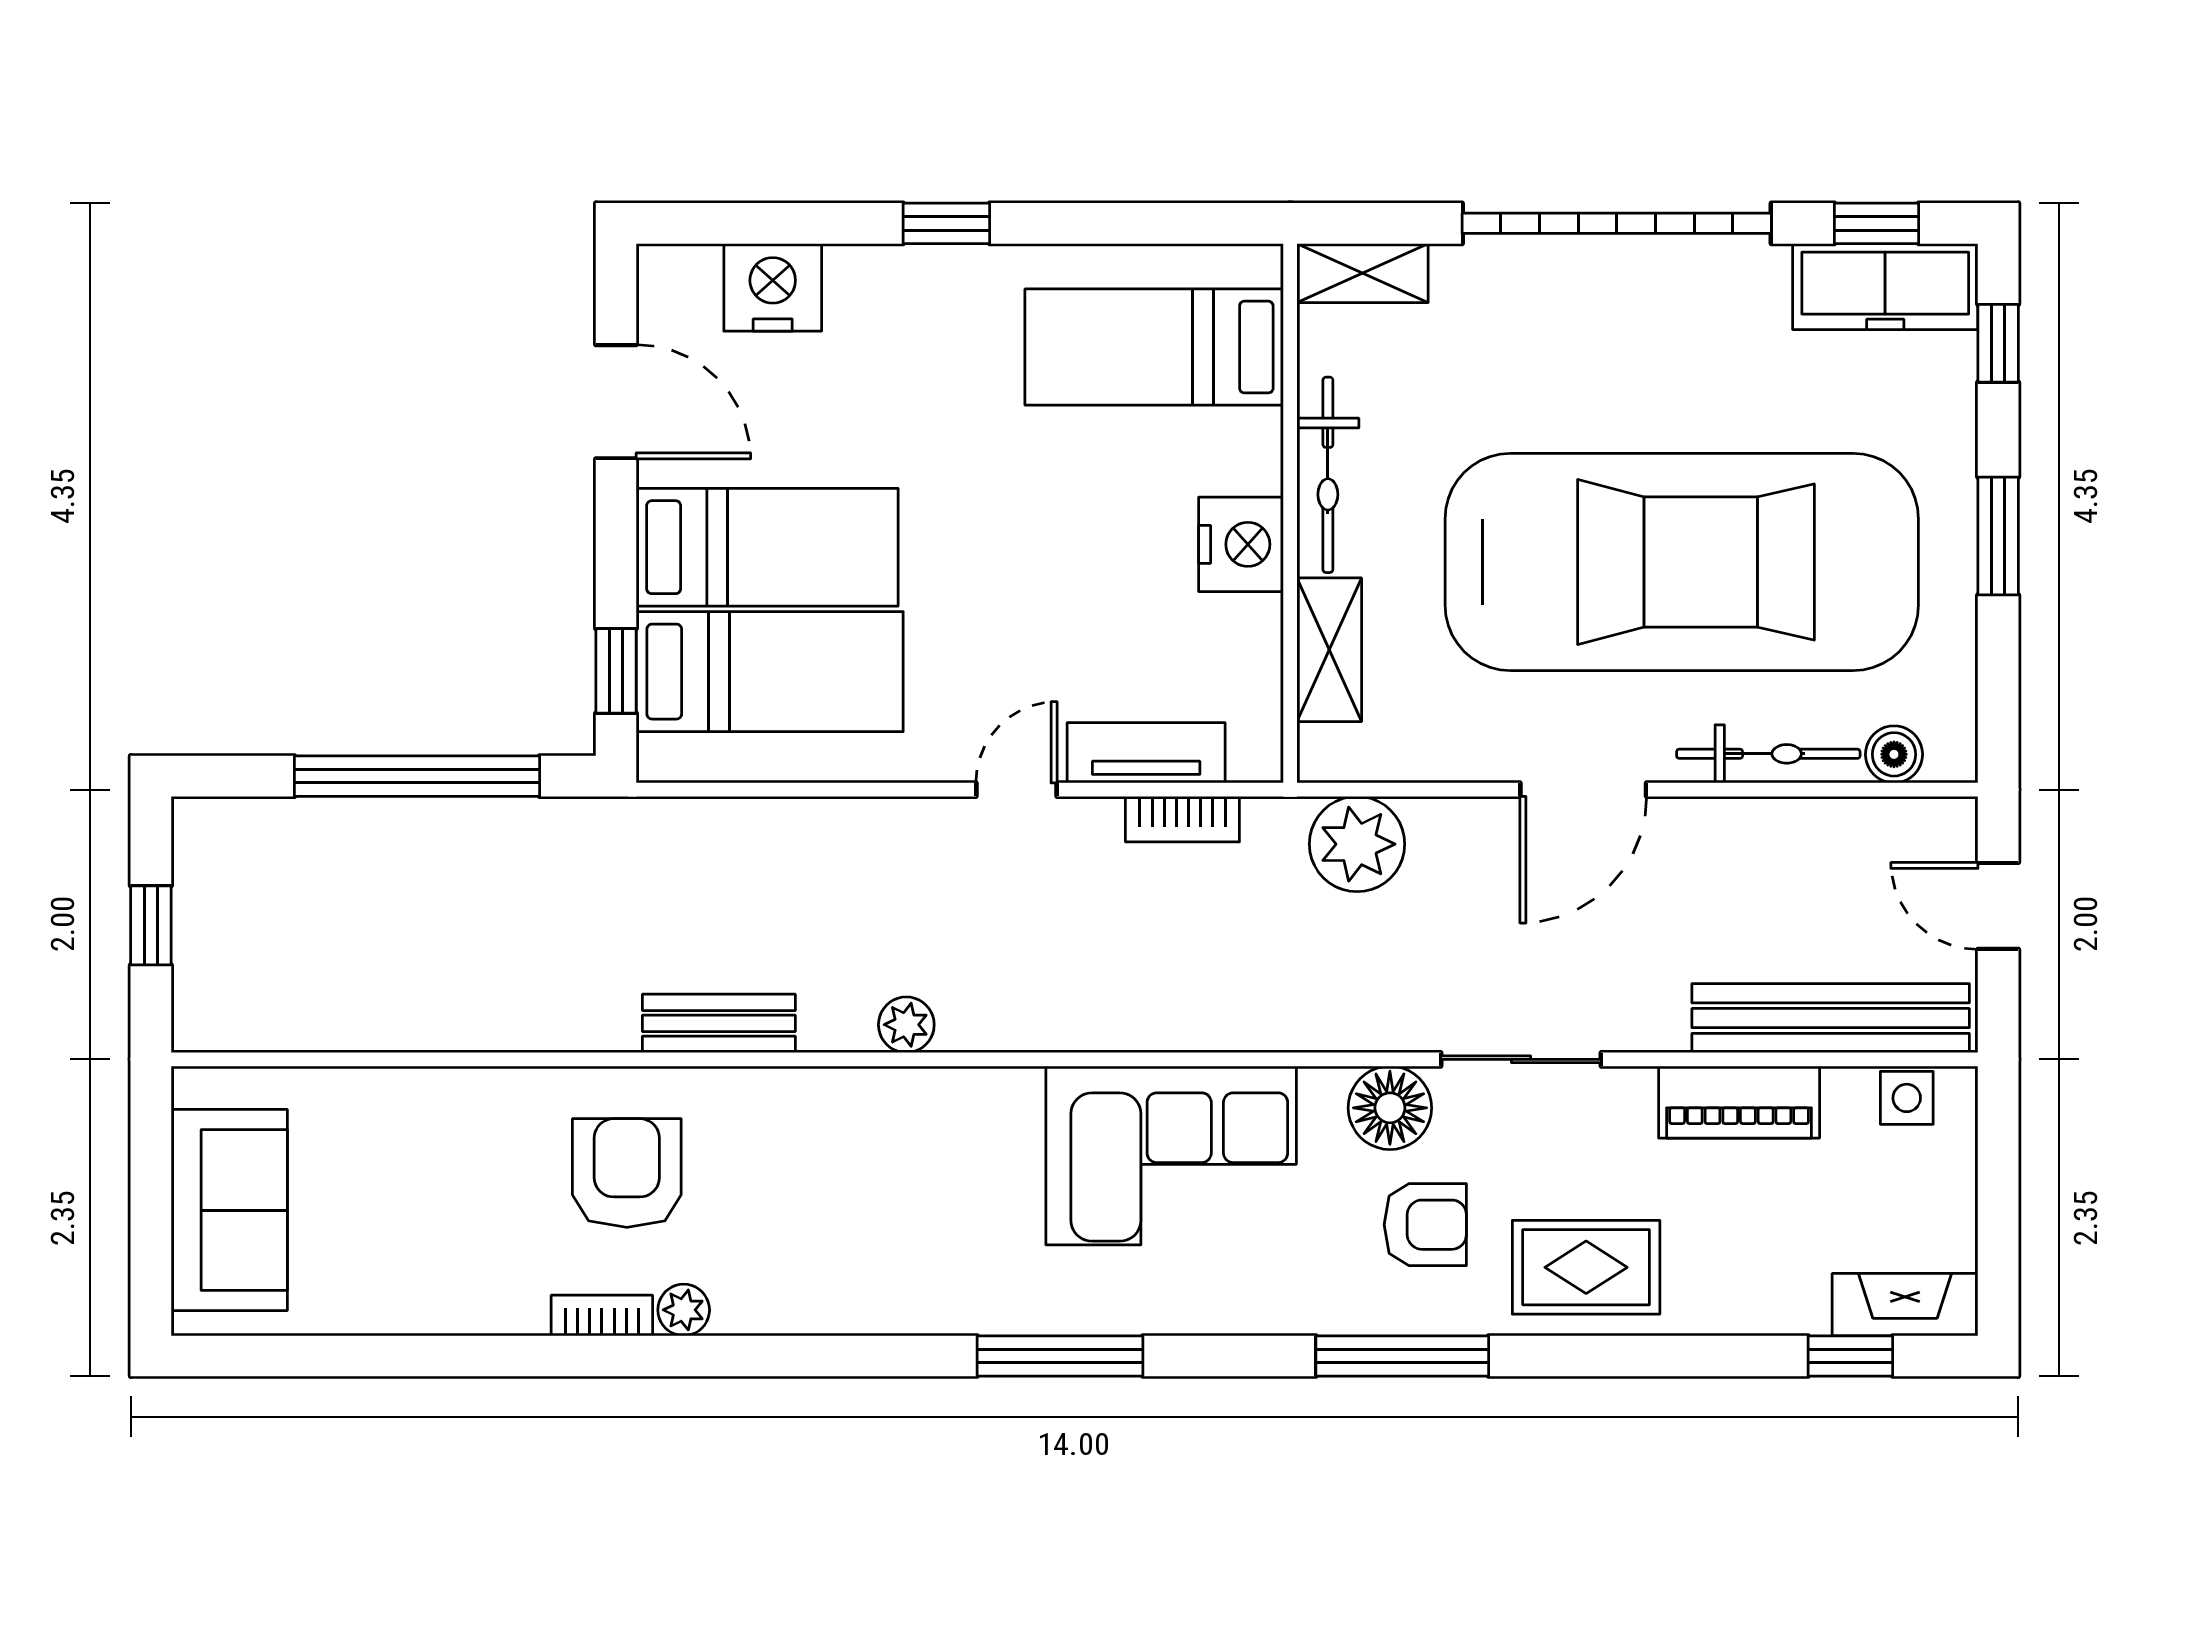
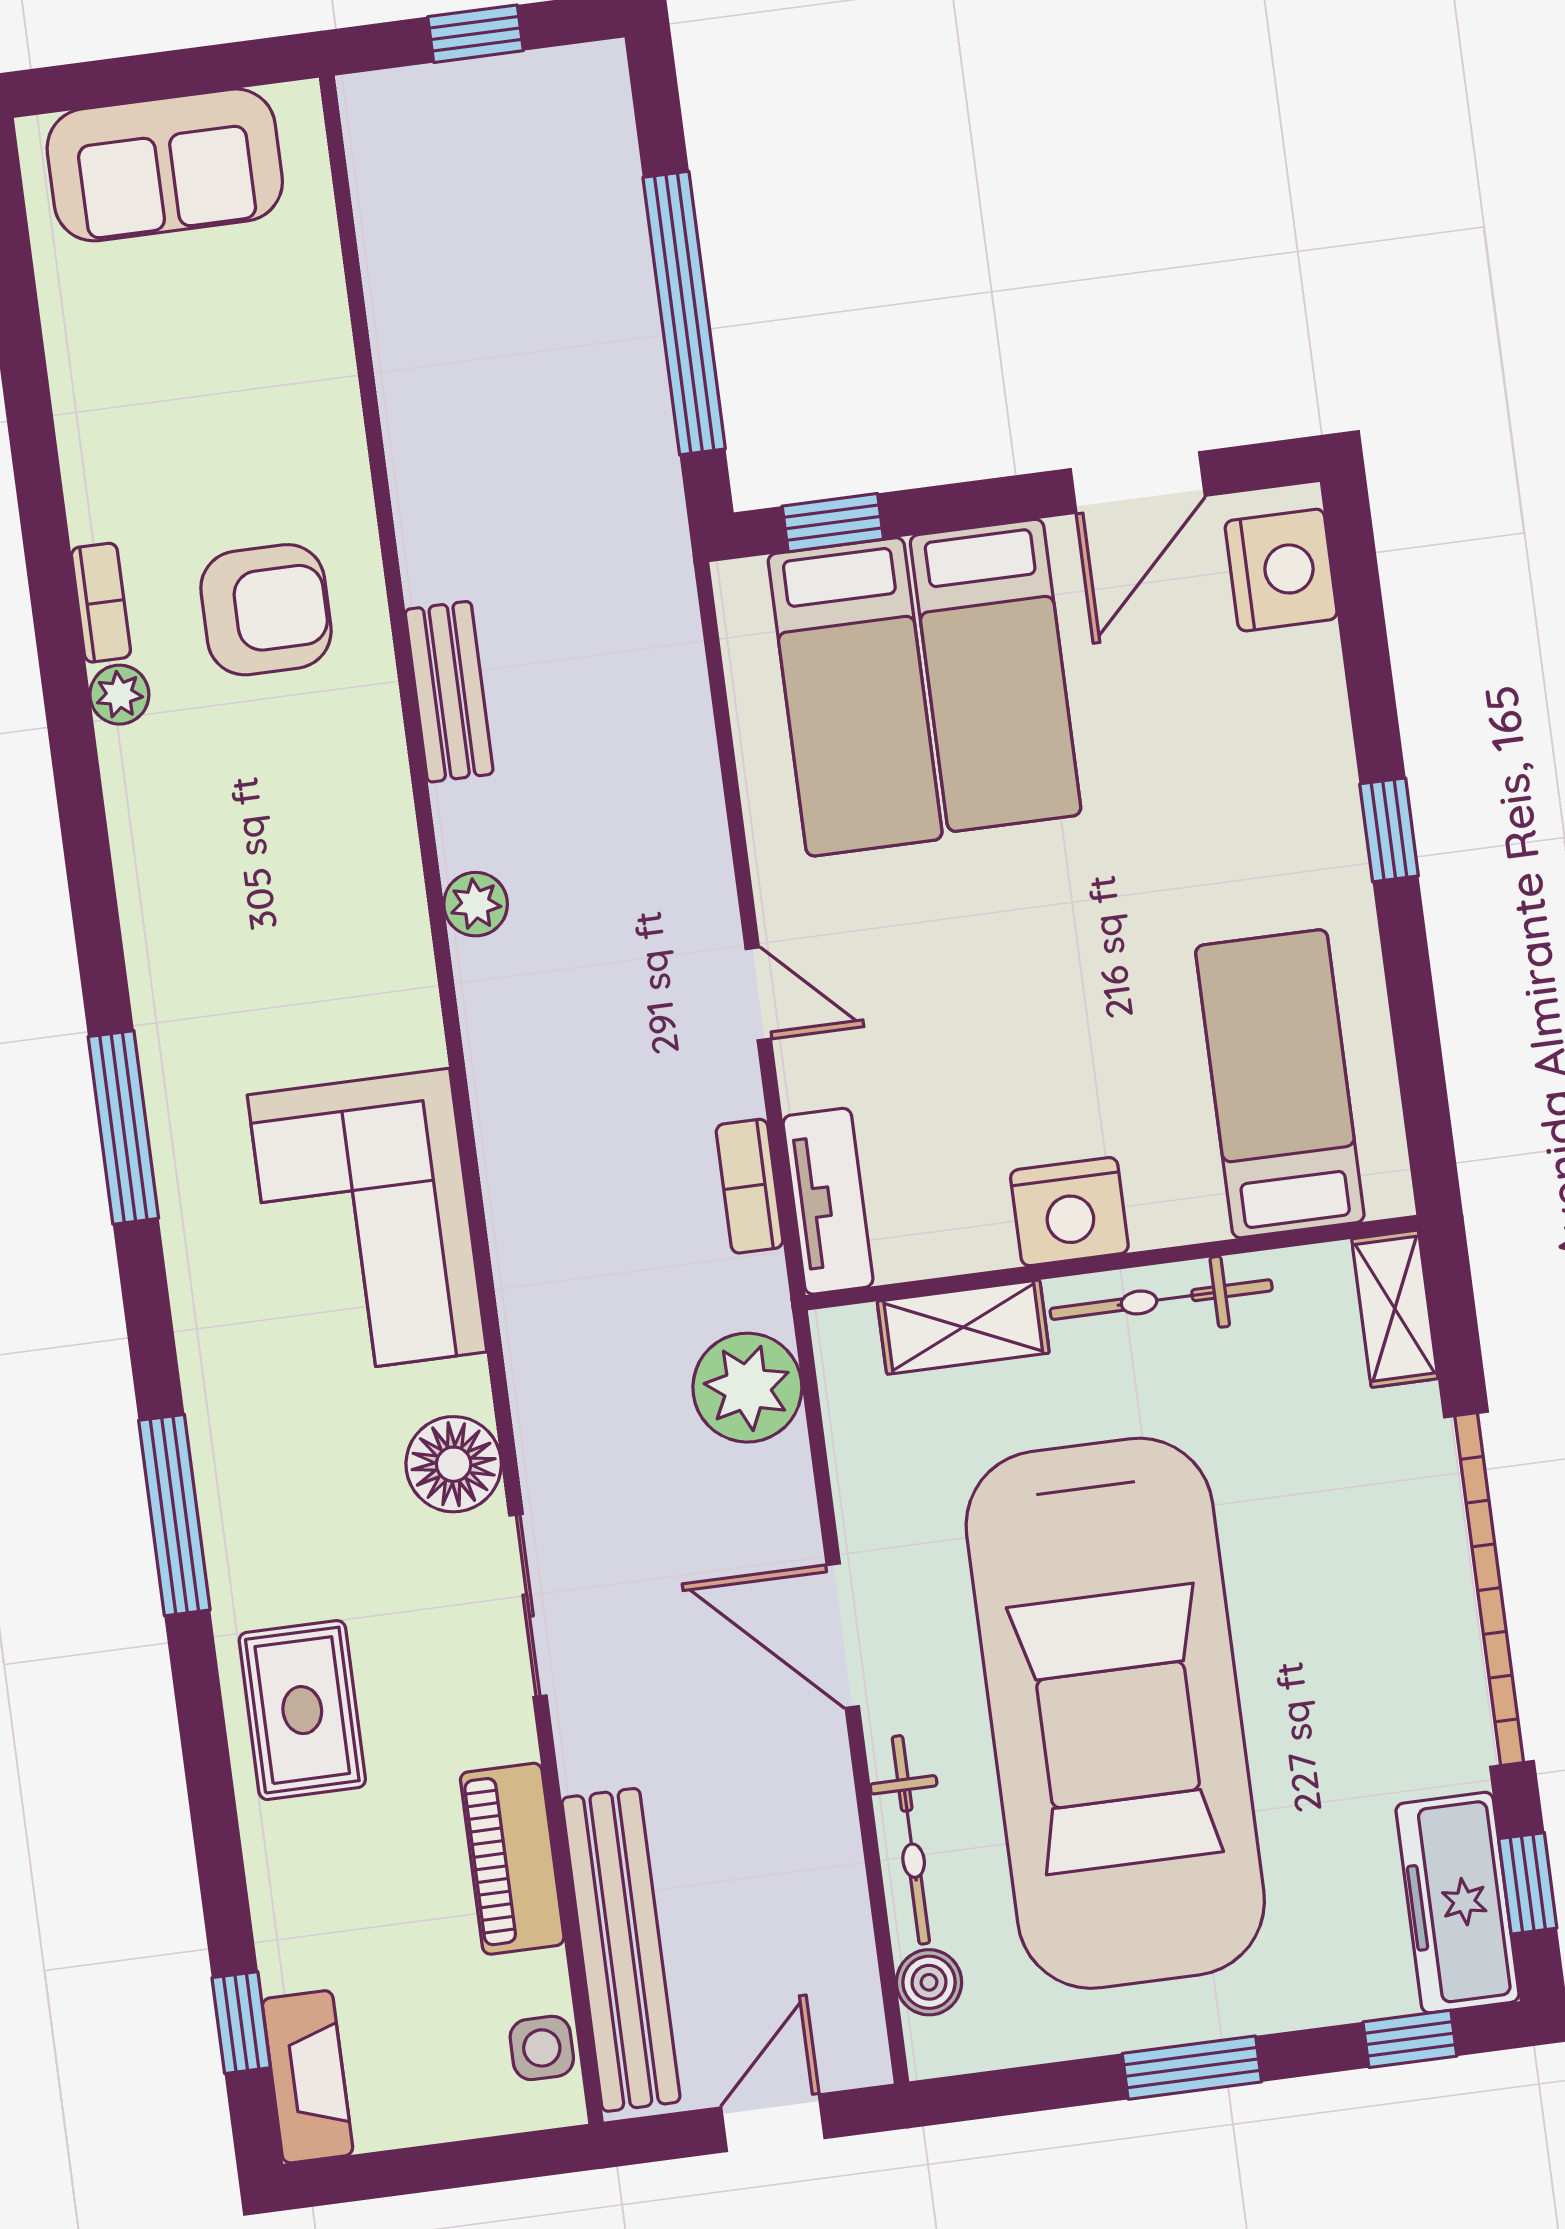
nightstand: (773, 287) -> (1281, 570), moved
tv unit: (1146, 753) -> (828, 1201), moved
armchair: (1425, 1225) -> (327, 1522), removed

